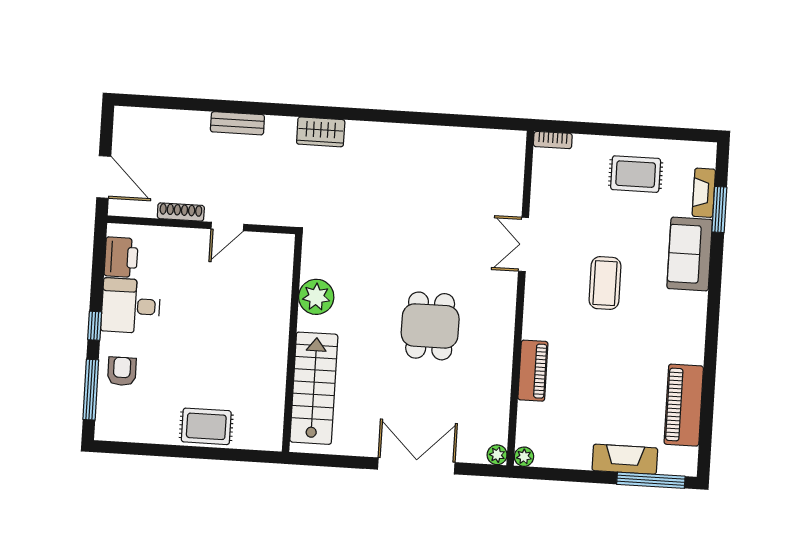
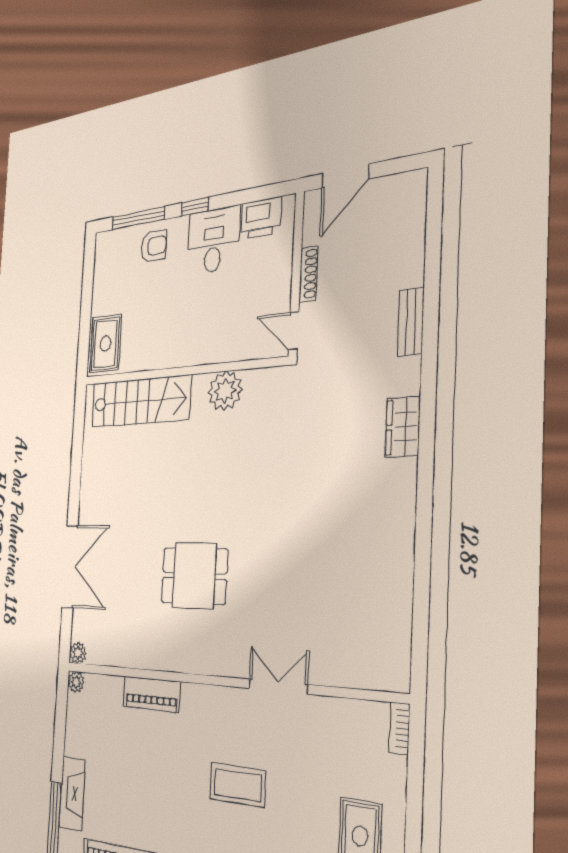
plant: (316, 297) -> (225, 391), moved
wall: (292, 343) -> (181, 371), moved
stairs: (314, 388) -> (140, 401), moved

